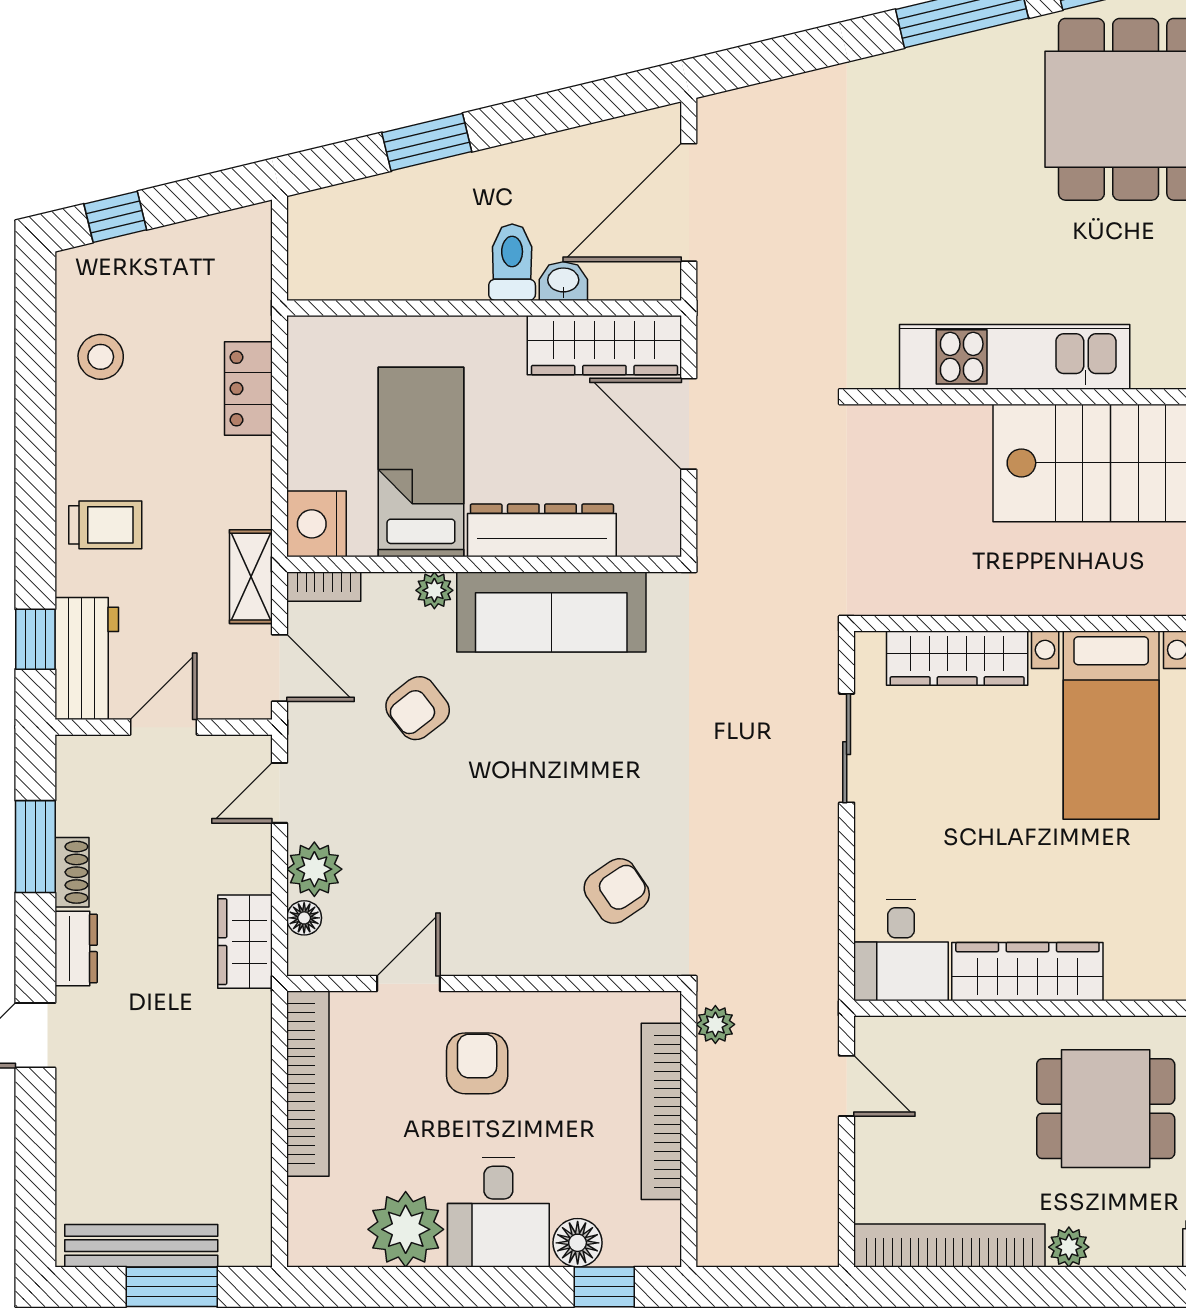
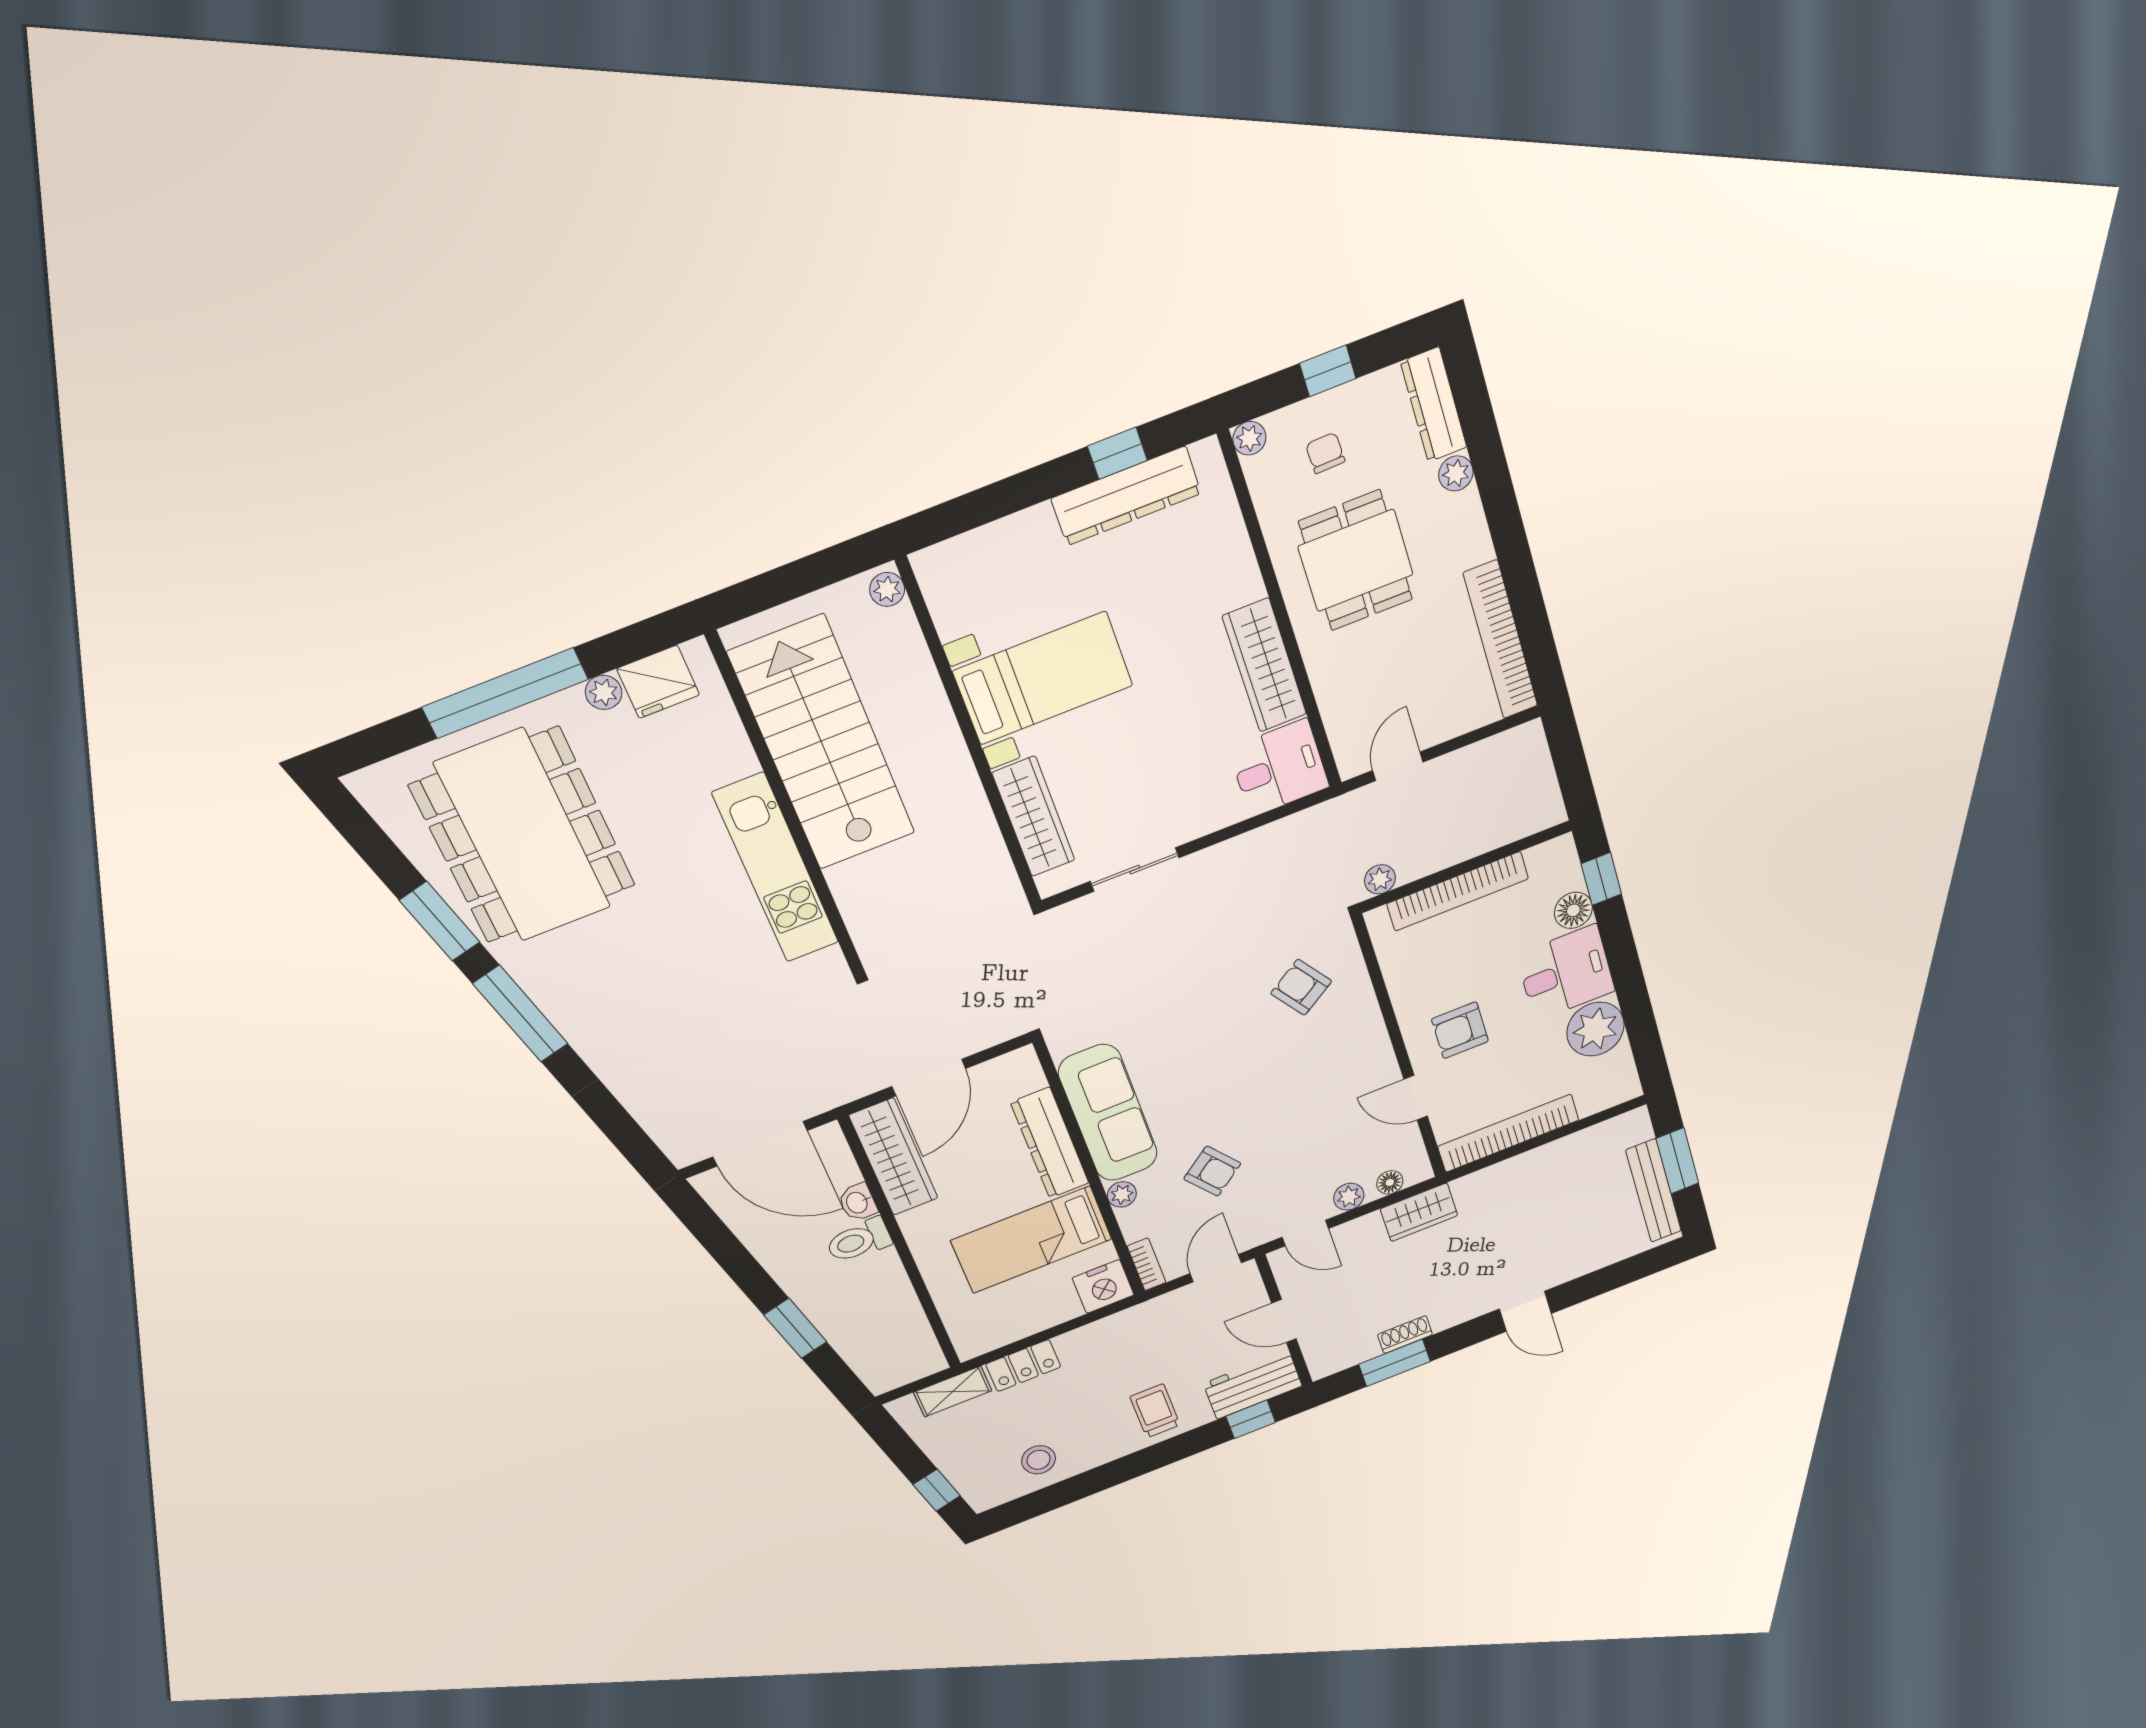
shelving: (251, 577) -> (953, 1392), moved
plant: (314, 869) -> (1349, 1197), width x0.73, depth x0.73
dresser: (76, 948) -> (1457, 1311), removed
plant: (1069, 1247) -> (1456, 473), moved

